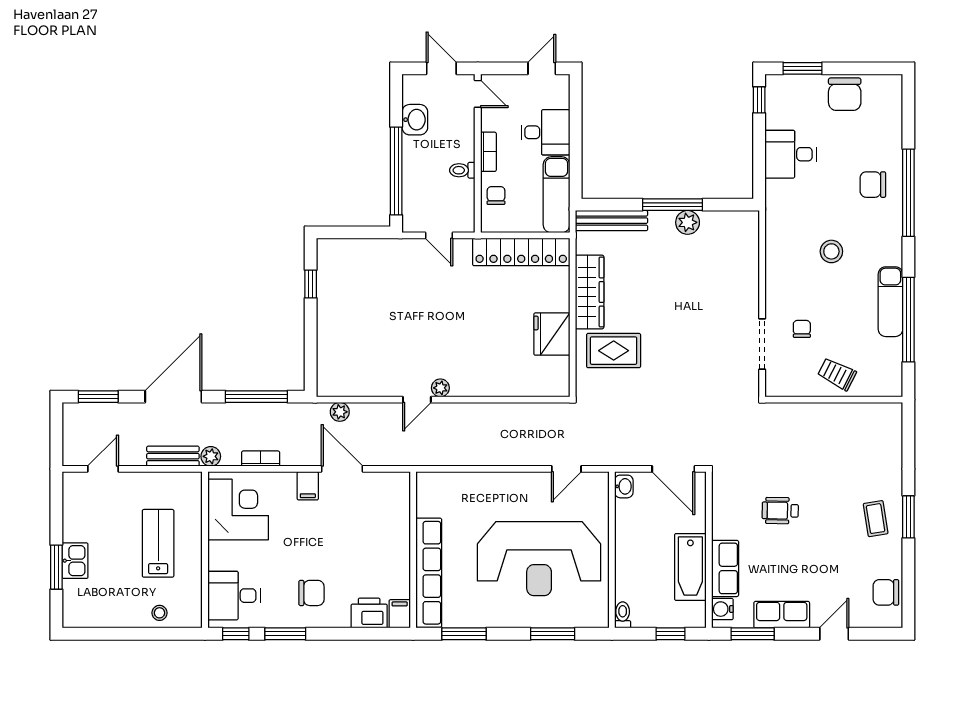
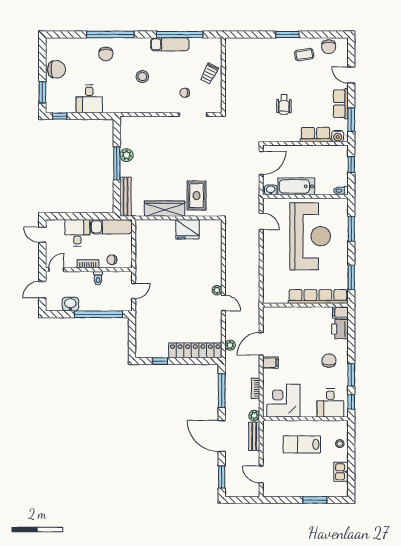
locker: (521, 252) -> (195, 350), moved, turned -90
coffee table: (876, 519) -> (304, 55), moved
kitchen sink: (75, 561) -> (341, 472), moved, turned -90
bathtub: (690, 567) -> (296, 186), moved, turned 180

